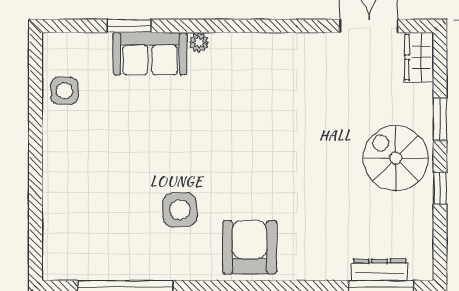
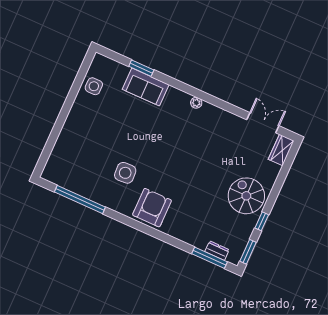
plant: (199, 42) -> (196, 103), moved
window: (440, 119) -> (248, 252), moved
dresser: (380, 270) -> (217, 251), width x0.70

